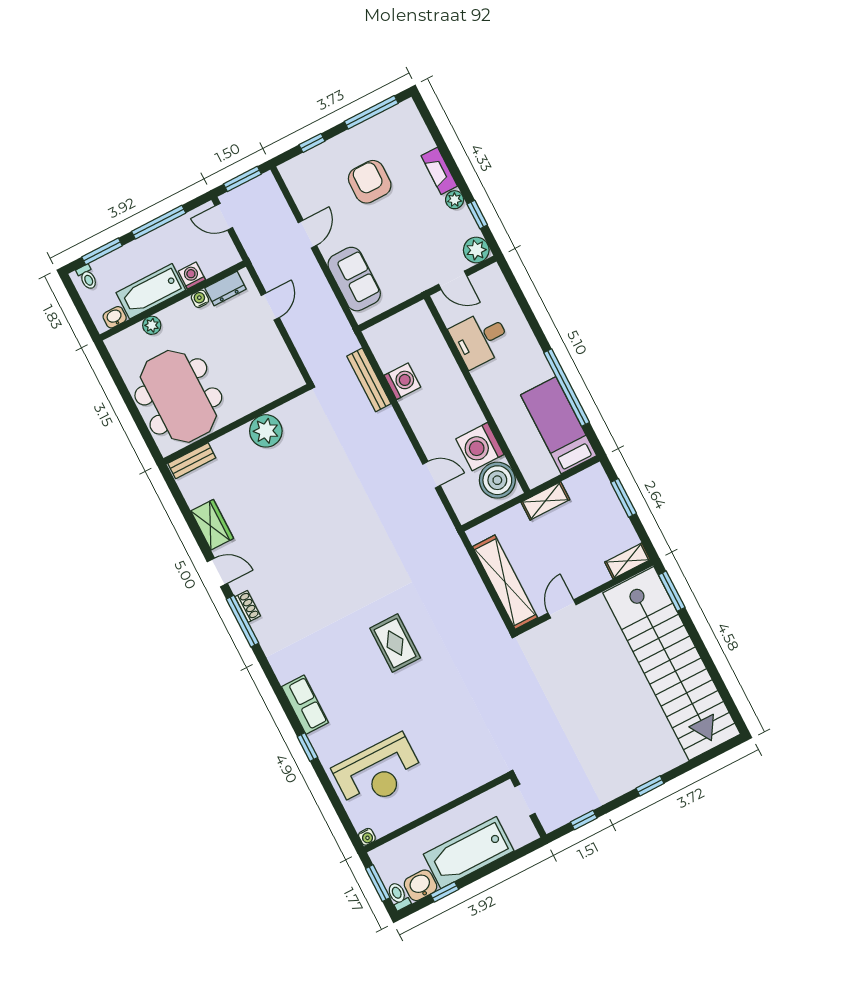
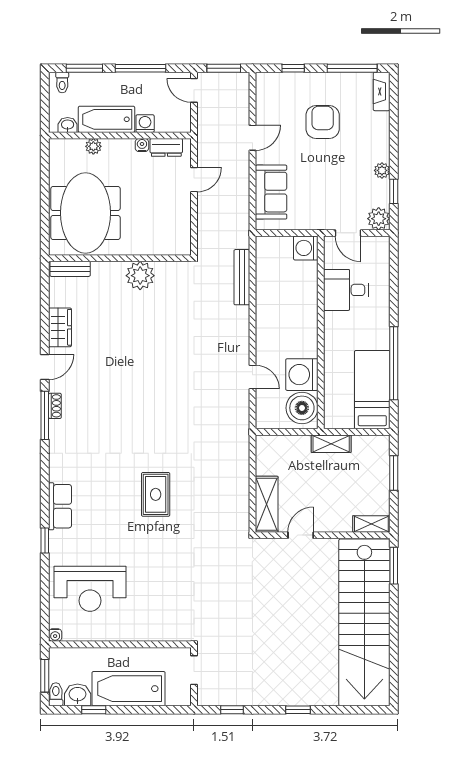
fireplace: (439, 171) -> (382, 91), moved
washing machine: (402, 381) -> (306, 248), moved, turned 180
door: (217, 573) -> (45, 367), hinge flipped
shelving: (505, 582) -> (267, 504), width x0.68

